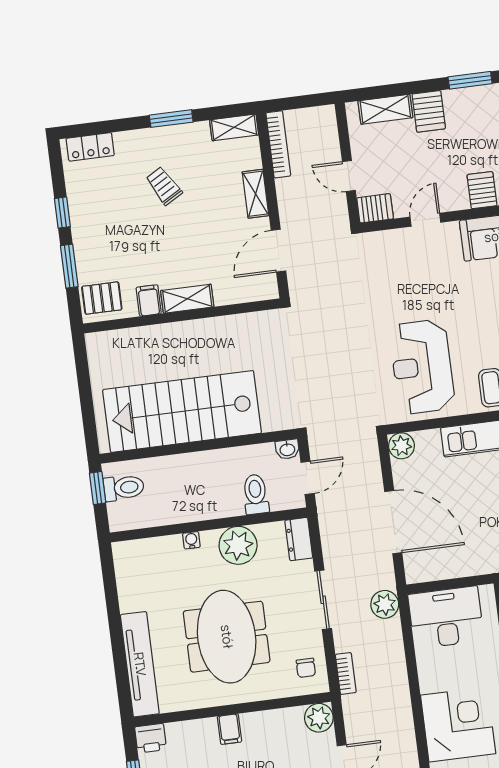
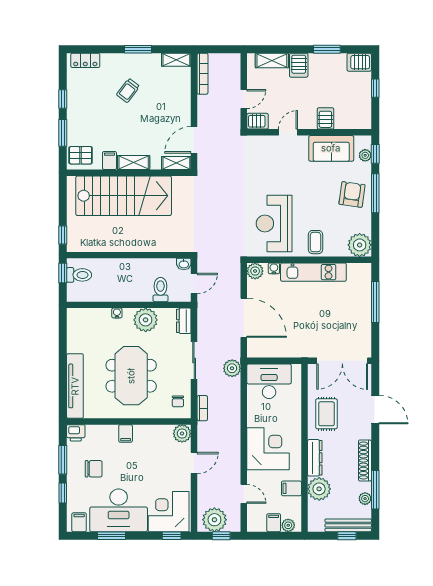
door: (349, 176) -> (244, 99), swing flipped
trolley: (164, 186) -> (128, 90), turned -113
shelving: (256, 194) -> (176, 163), moved, turned 90
stairs: (182, 411) -> (124, 196), moved, turned 180
window: (90, 428) -> (63, 235), added
water cooler: (431, 438) -> (274, 268), added

